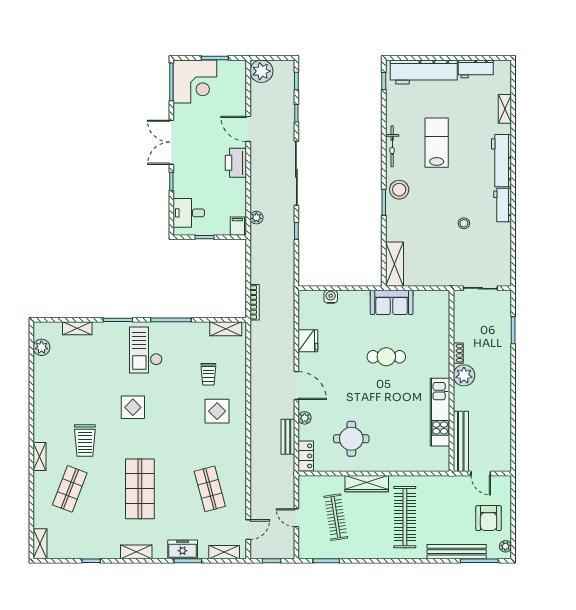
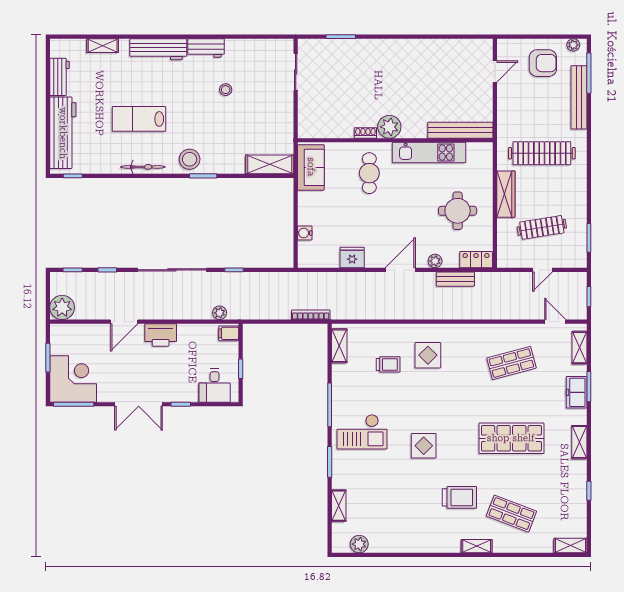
shoe rack: (458, 353) -> (365, 133), moved
plant: (464, 375) -> (389, 127), moved
wall: (451, 381) -> (395, 140), moved
kitchen unit: (440, 412) -> (429, 153), moved
bench: (461, 441) -> (460, 130), moved

